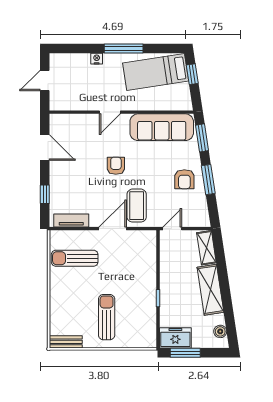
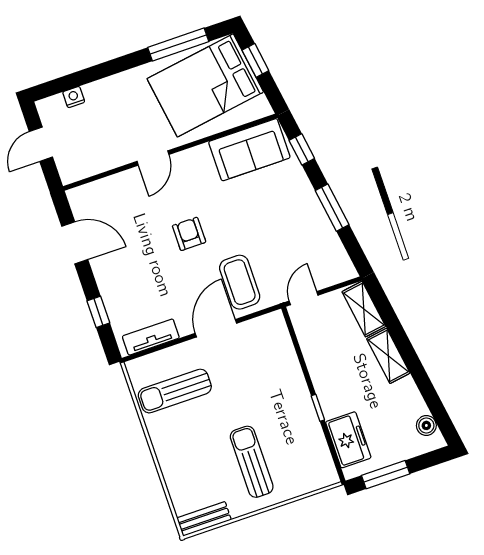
window: (124, 48) -> (178, 45), moved
nightstand: (97, 59) -> (74, 97), moved
bed: (156, 72) -> (205, 85), width x1.50
sofa: (162, 127) -> (249, 150), width x0.73
window: (202, 138) -> (302, 149), width x0.67
armchair: (184, 179) -> (297, 219), removed
shelving: (210, 290) -> (388, 356), width x0.67, depth x0.75
freezer: (175, 338) -> (348, 440), moved, turned 90

